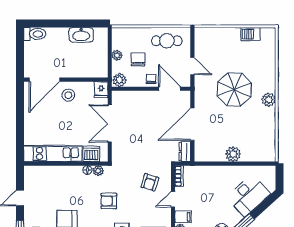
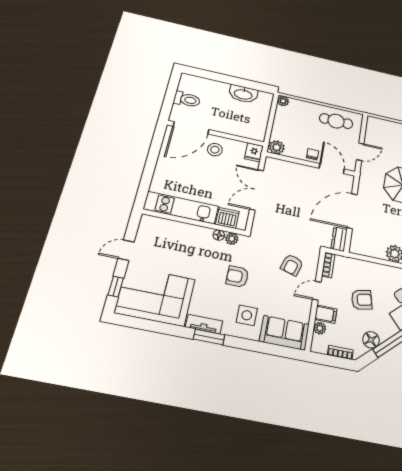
toilet: (35, 34) -> (187, 100), moved
plant: (117, 55) -> (283, 101), moved
chair: (138, 60) -> (301, 132), removed
door: (192, 66) -> (360, 152), hinge flipped
armchair: (210, 199) -> (362, 300), added

